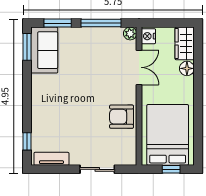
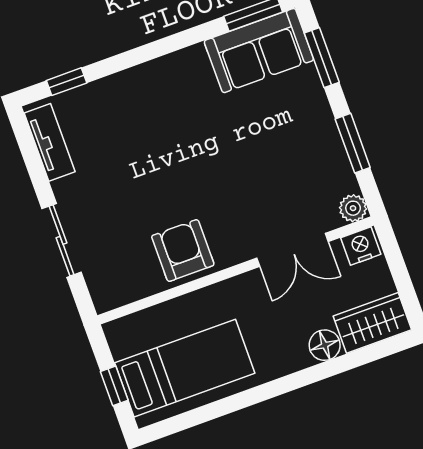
window: (101, 23) -> (353, 143), width x0.69
bed: (168, 135) -> (185, 368), width x0.67

